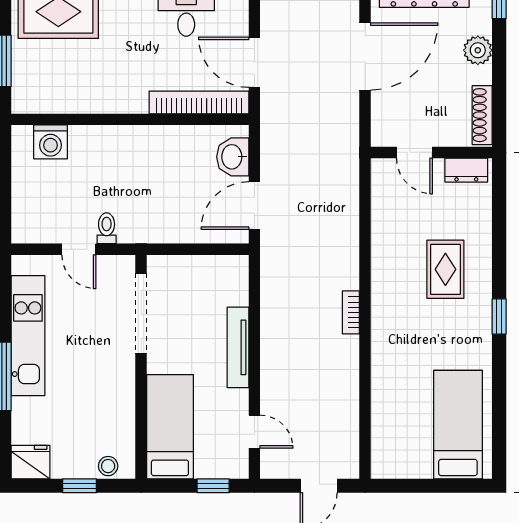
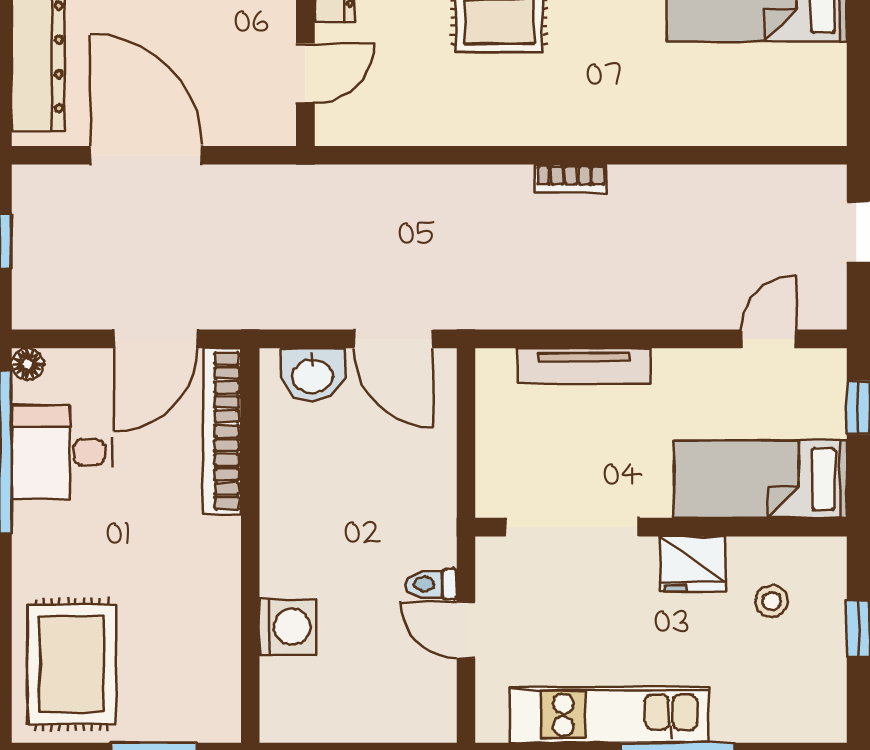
washing machine: (51, 142) -> (288, 627), moved
door: (79, 249) -> (466, 630), swing flipped
tv unit: (238, 347) -> (584, 366), moved
fridge: (30, 462) -> (692, 564), moved, turned -90
stool: (108, 466) -> (772, 601), moved

